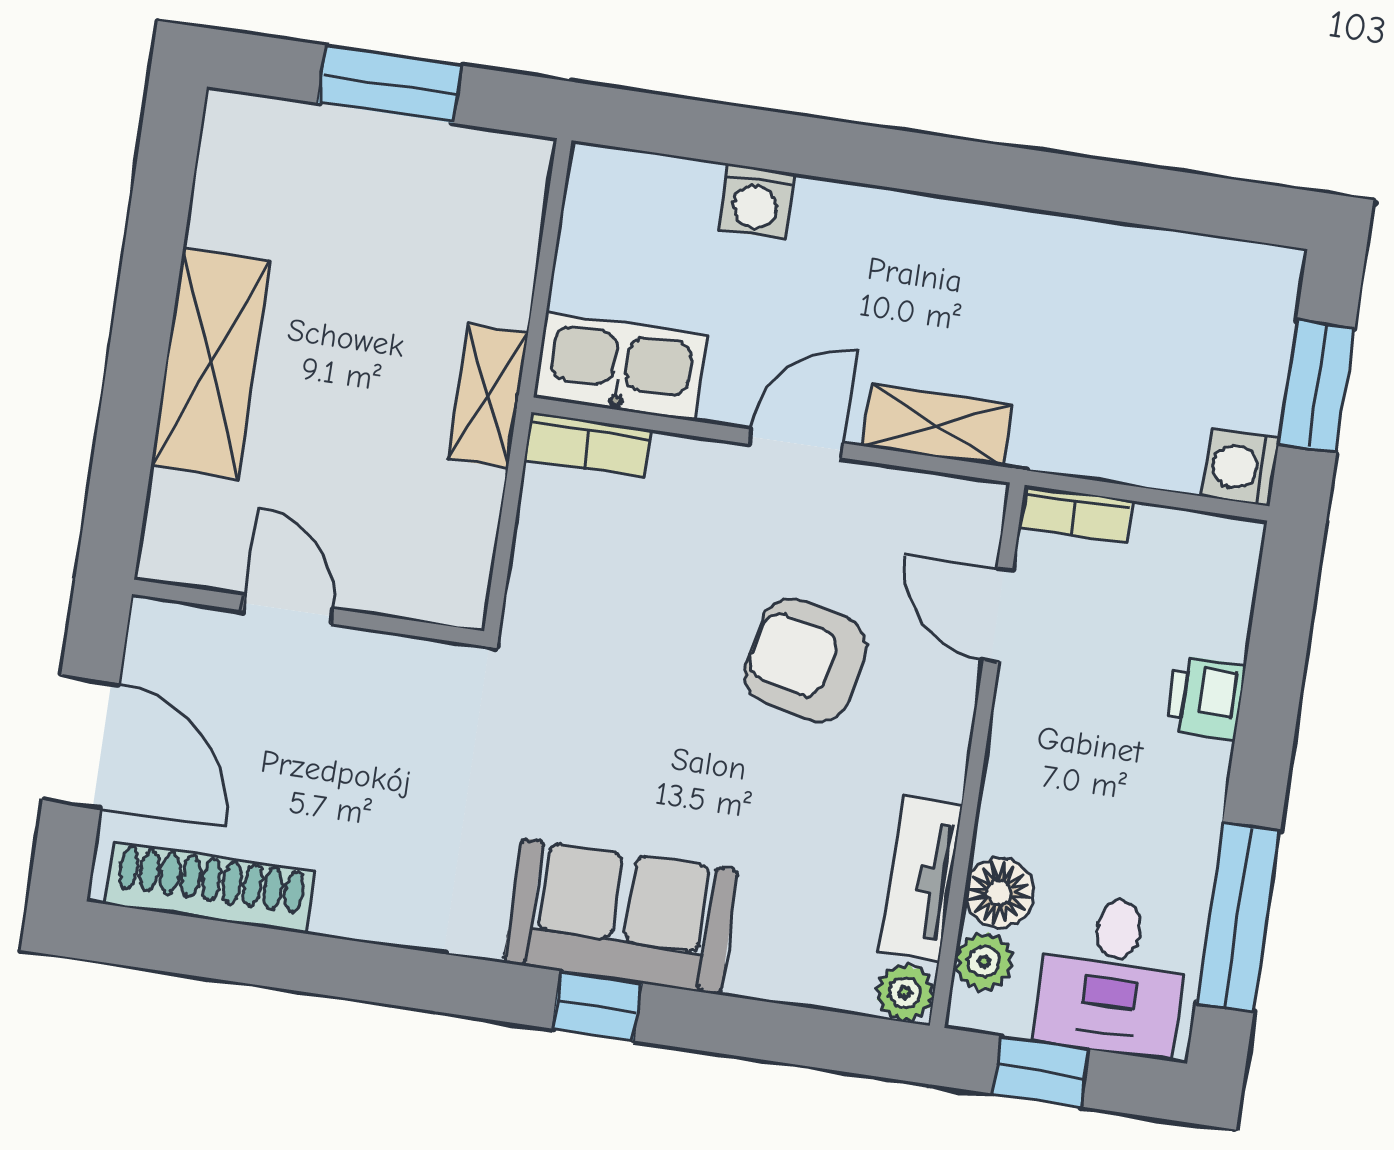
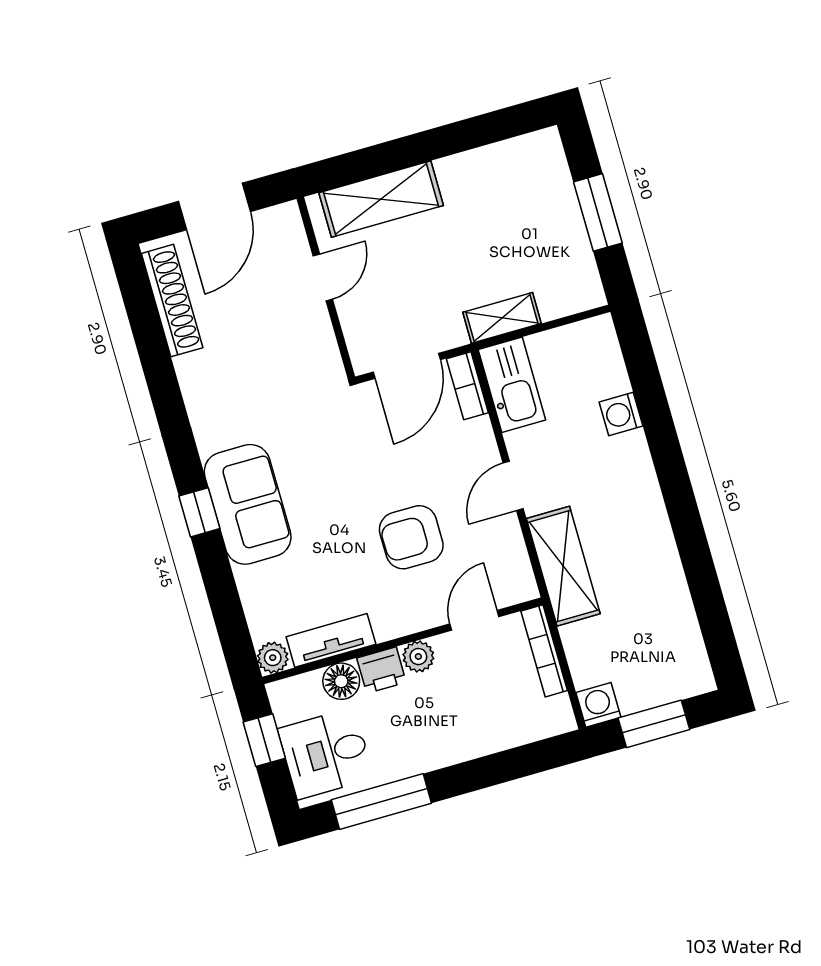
shelving: (210, 363) -> (381, 199), moved
shelving: (488, 396) -> (502, 318), moved
shelving: (937, 425) -> (563, 566), width x1.50, depth x1.33
door: (796, 444) -> (513, 486), swing flipped
bookcase: (1075, 514) -> (544, 651), width x1.56
door: (506, 534) -> (407, 366), added
armchair: (805, 660) -> (411, 537), turned -103
printer: (1206, 698) -> (381, 670), moved, turned 180
plant: (984, 961) -> (418, 657), moved

